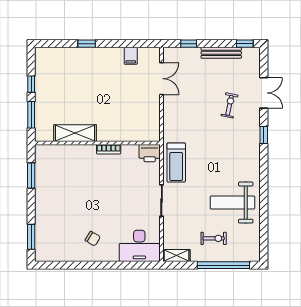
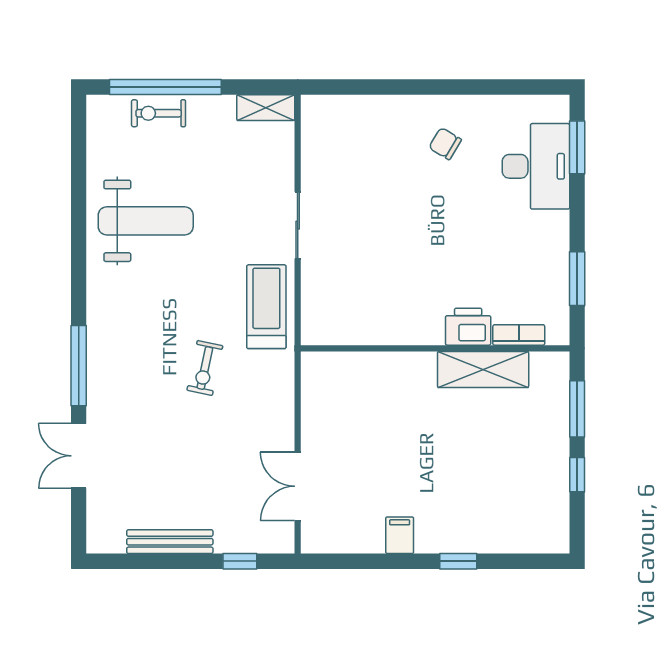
window: (245, 44) -> (119, 561), removed
filing cabinet: (131, 56) -> (400, 535), moved
exercise bike: (230, 105) -> (205, 368), moved
window: (264, 135) -> (79, 366), width x2.17
bookcase: (109, 149) -> (519, 335), moved
printer: (150, 153) -> (468, 327), moved
exercise bike: (214, 238) -> (159, 113), moved
desk: (139, 246) -> (536, 166), moved, turned 90

